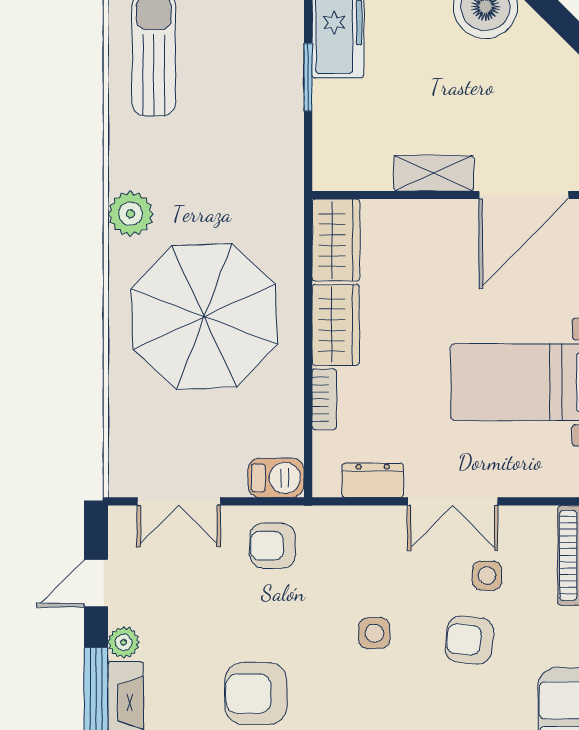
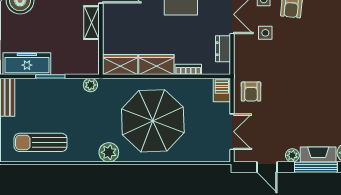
plant: (288, 171) -> (90, 85), added
side table: (374, 633) -> (265, 33), moved
armchair: (256, 694) -> (314, 99), removed

